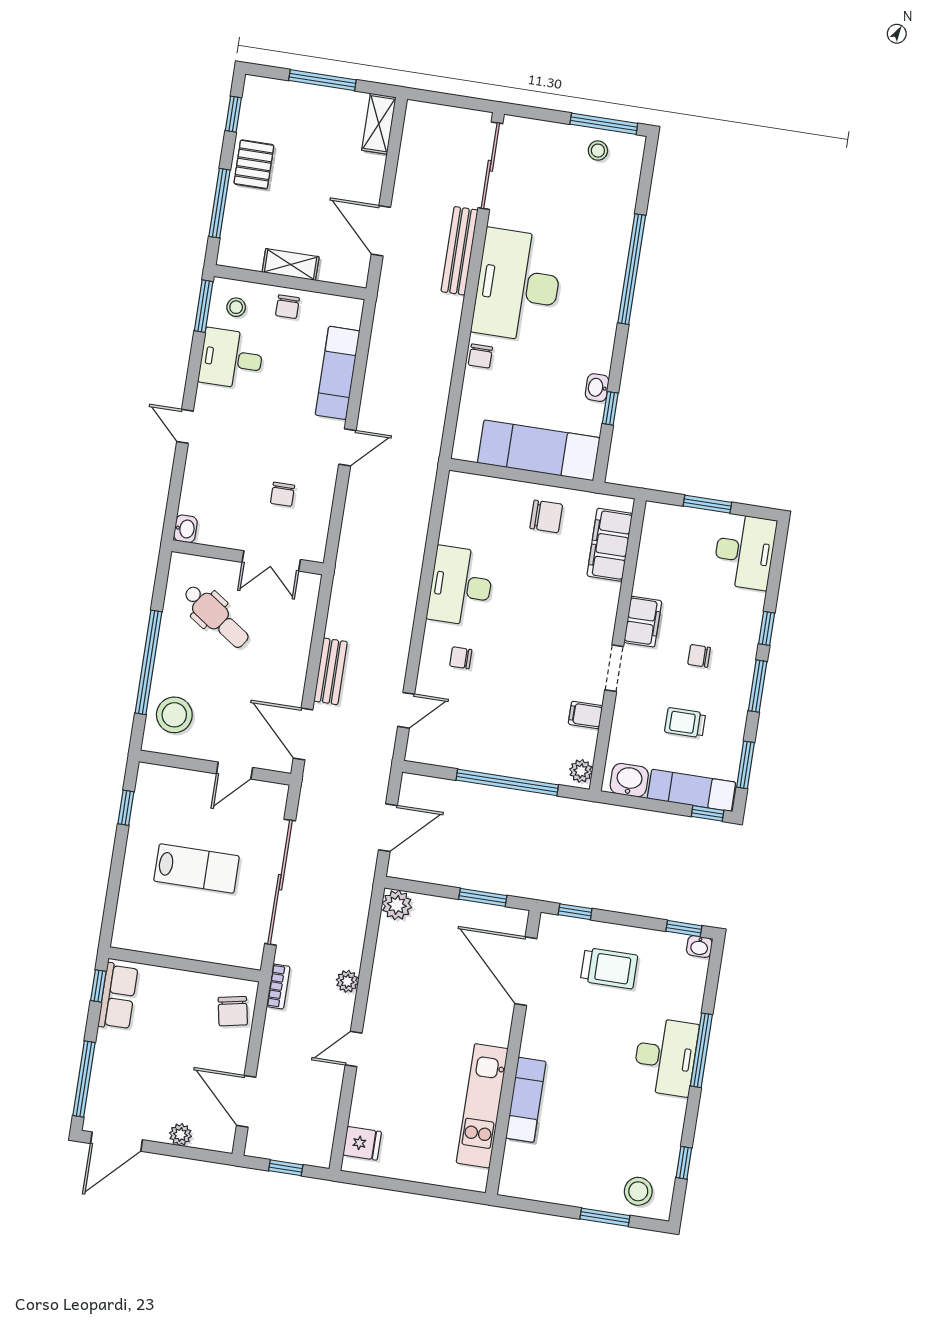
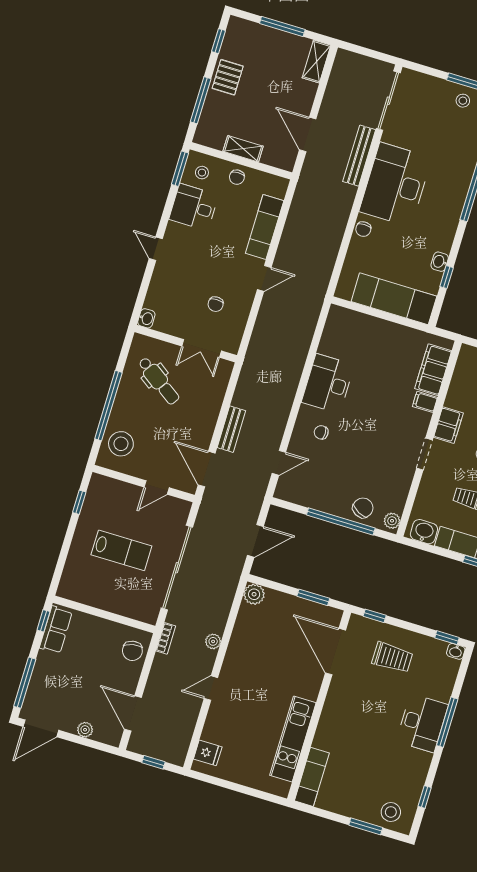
chair: (546, 516) -> (363, 508), moved, turned -62
filing cabinet: (585, 715) -> (425, 402), moved
exam couch: (526, 1100) -> (312, 777), moved

